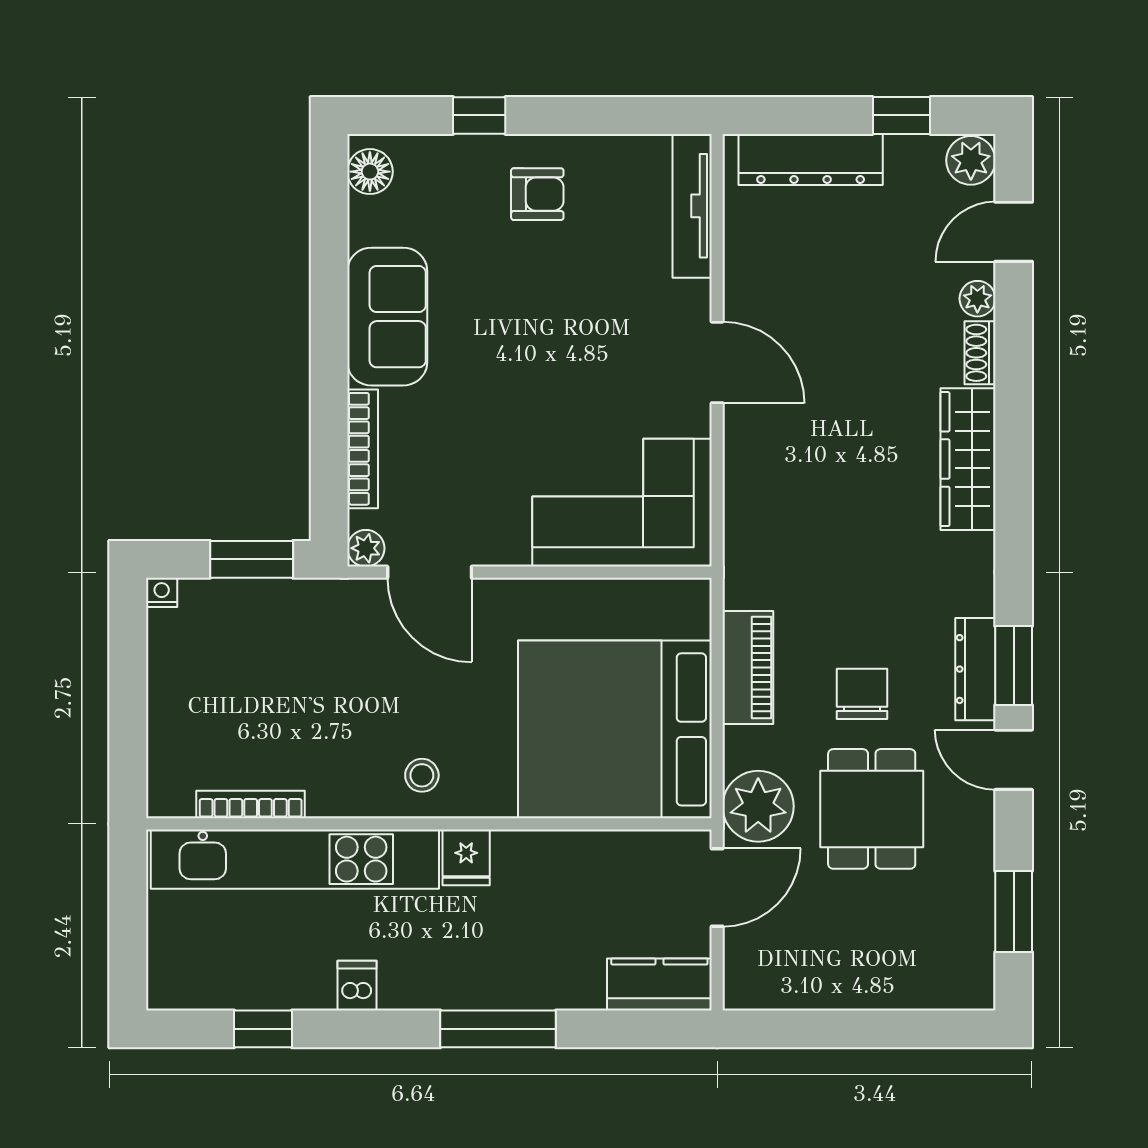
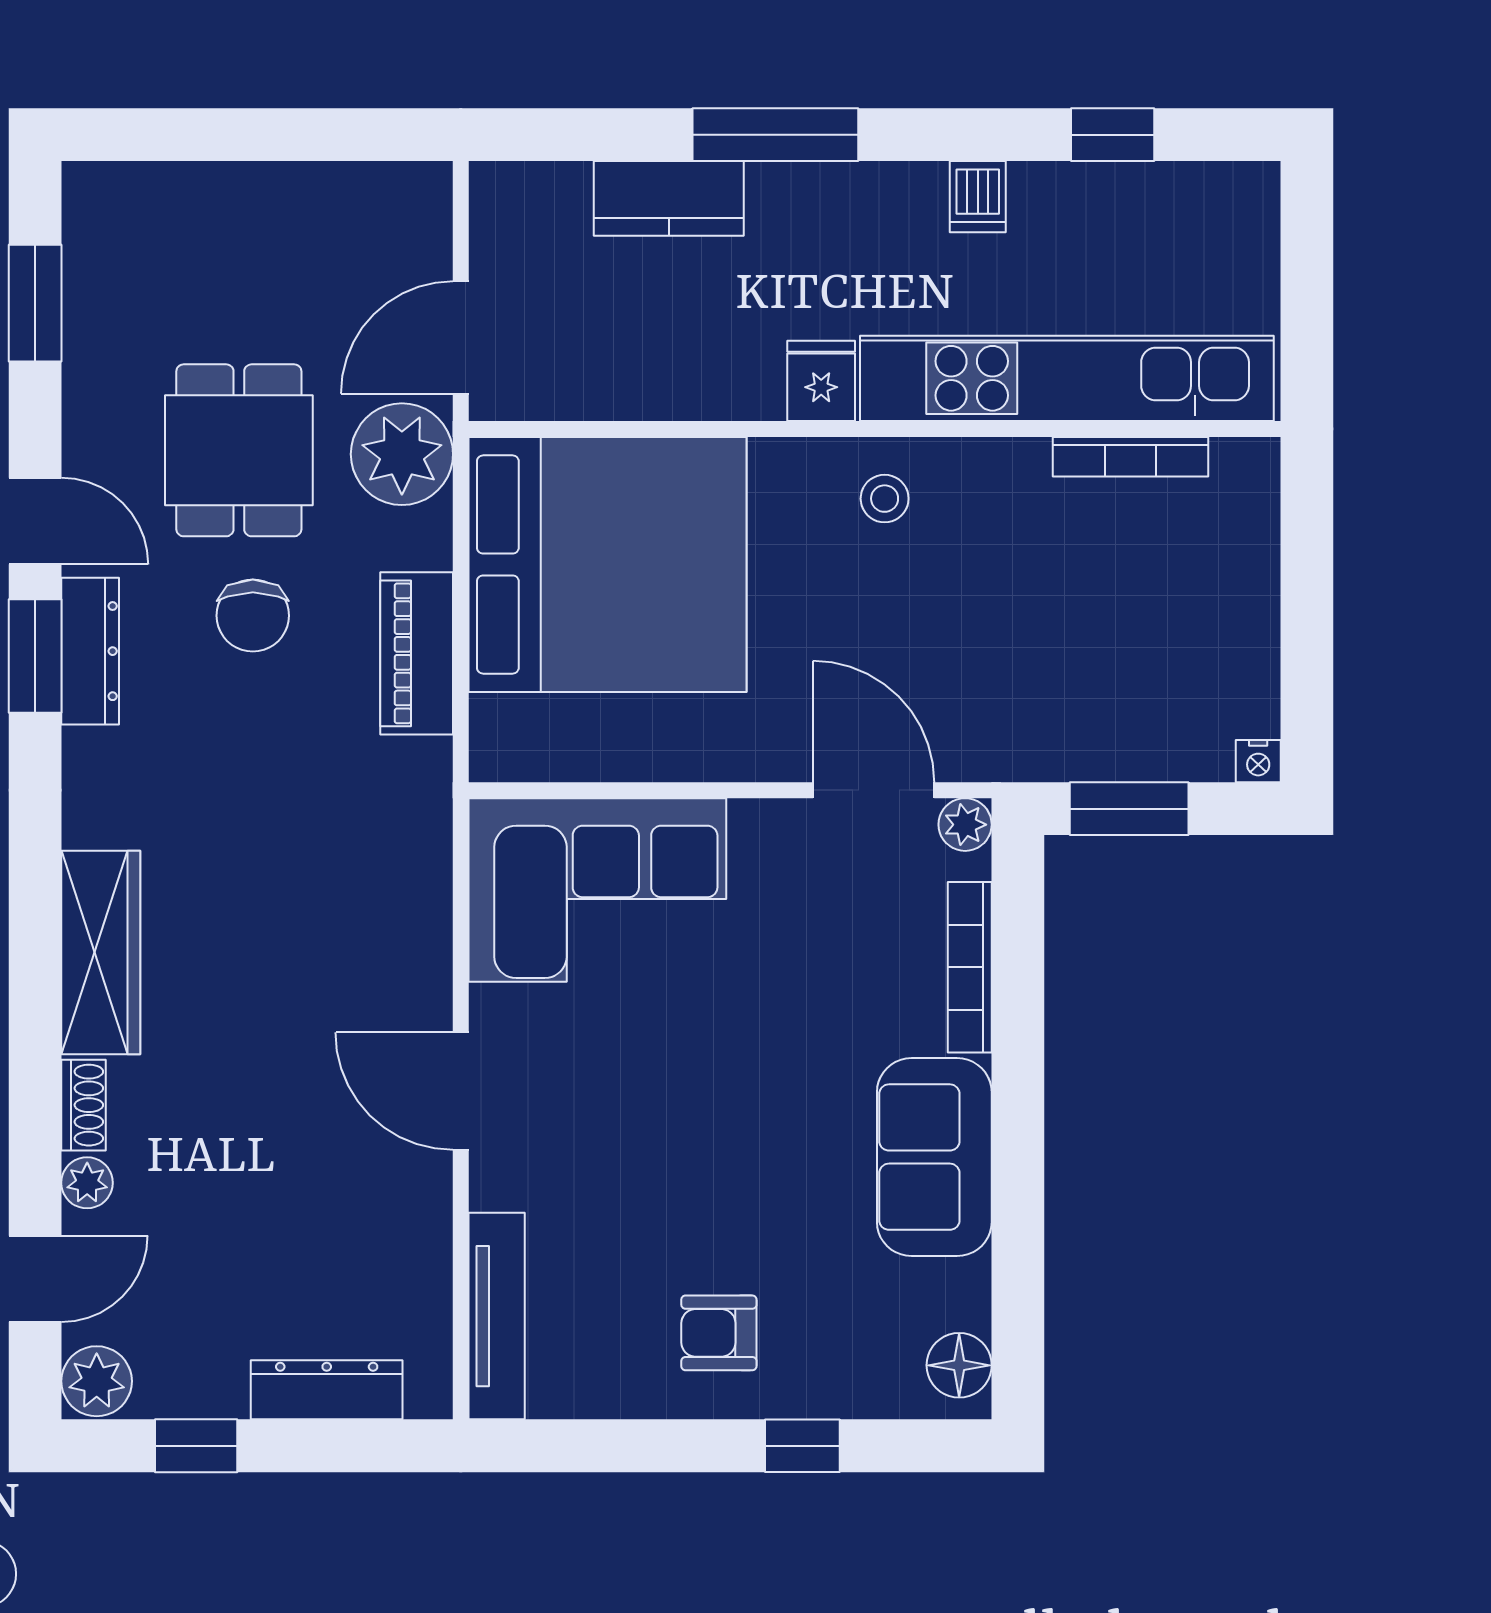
dresser: (811, 159) -> (327, 1390), width x0.73, depth x0.80
kitchen counter: (659, 984) -> (669, 198), moved

